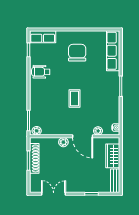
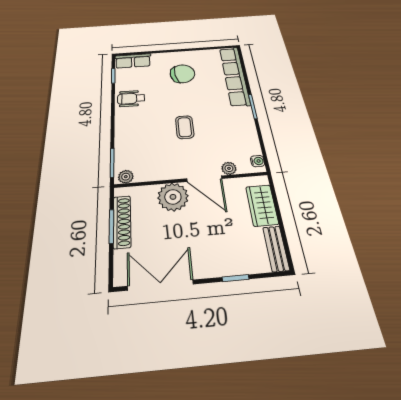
row of seats: (113, 51) -> (234, 76), width x1.36
chair: (77, 53) -> (182, 74), turned 81
plant: (63, 142) -> (173, 197), width x1.88, depth x1.88
double door: (54, 194) -> (160, 285), width x1.37

